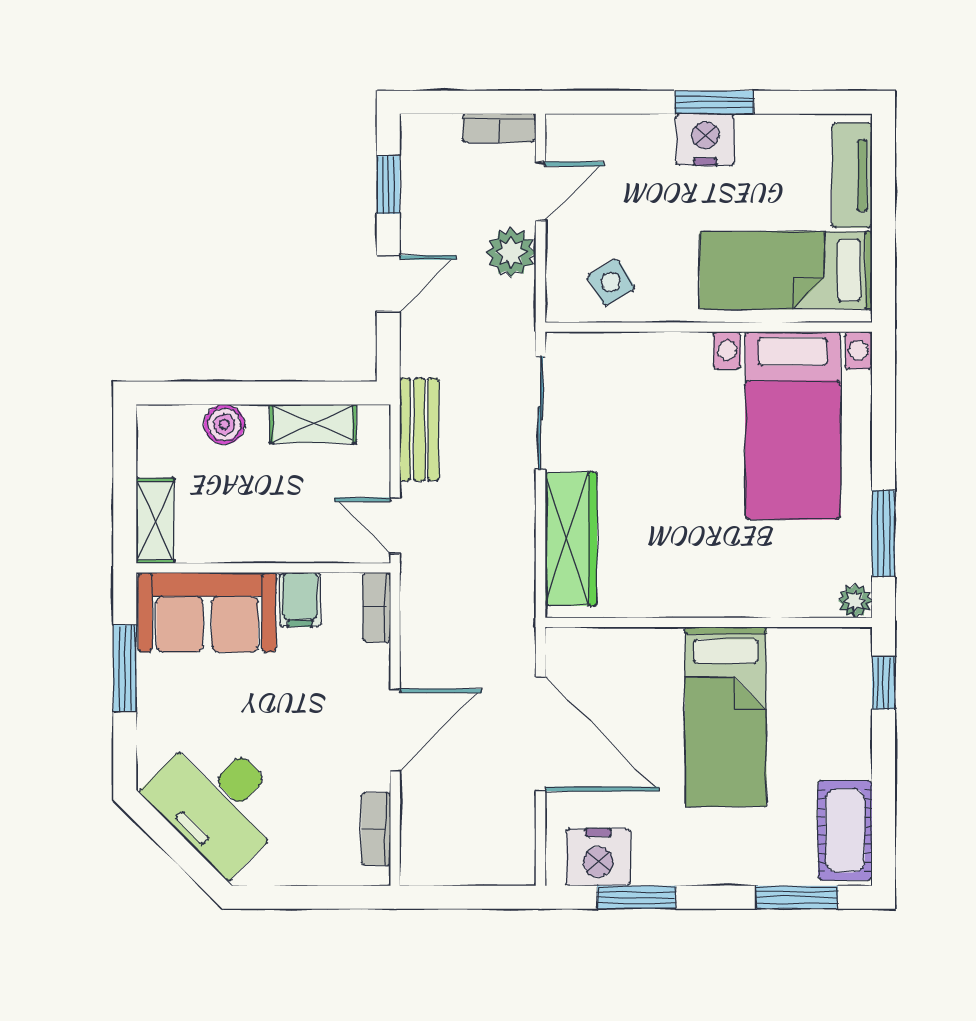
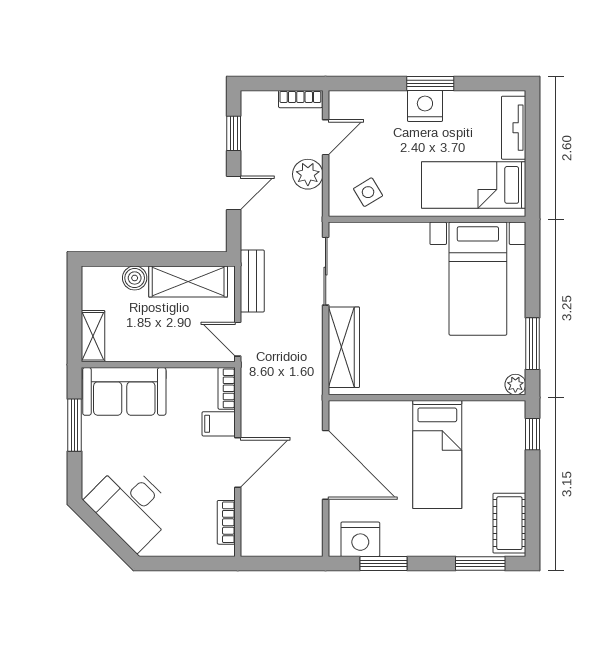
shelving: (313, 424) -> (188, 282), width x1.50, depth x1.33
filing cabinet: (300, 600) -> (219, 424), moved, turned 90

